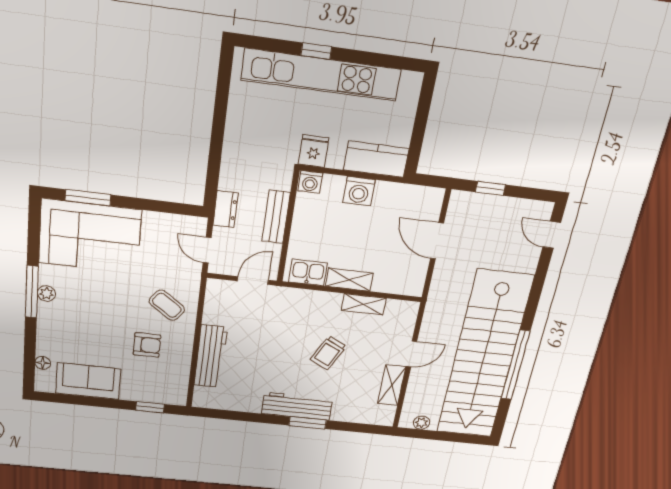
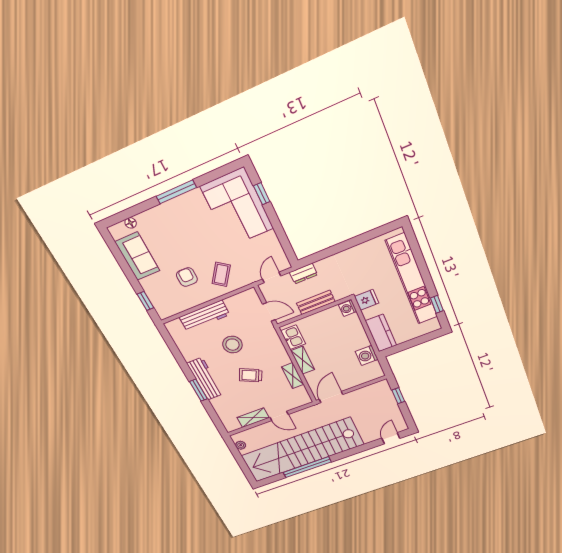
window: (316, 51) -> (437, 304), moved
washing machine: (359, 191) -> (367, 355), moved
window: (88, 198) -> (262, 194), width x0.67
door: (437, 241) -> (331, 397), moved
plant: (47, 294) -> (181, 201), removed
armchair: (147, 345) -> (187, 277), turned 180
stool: (271, 348) -> (232, 345), added

